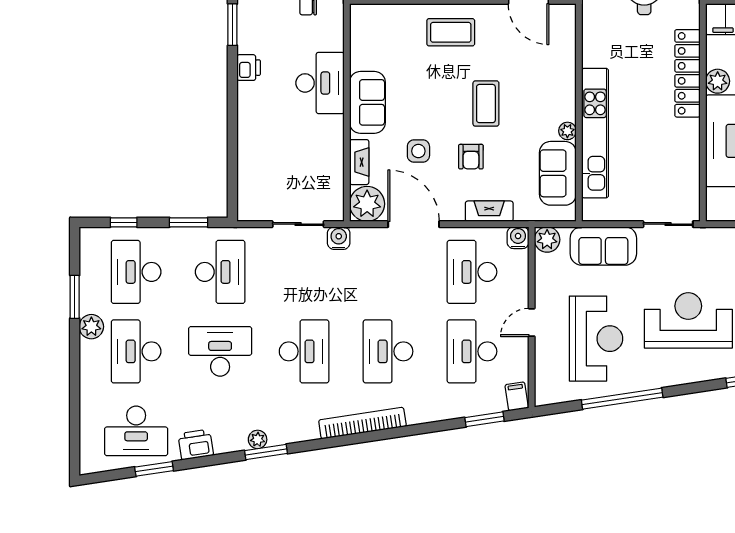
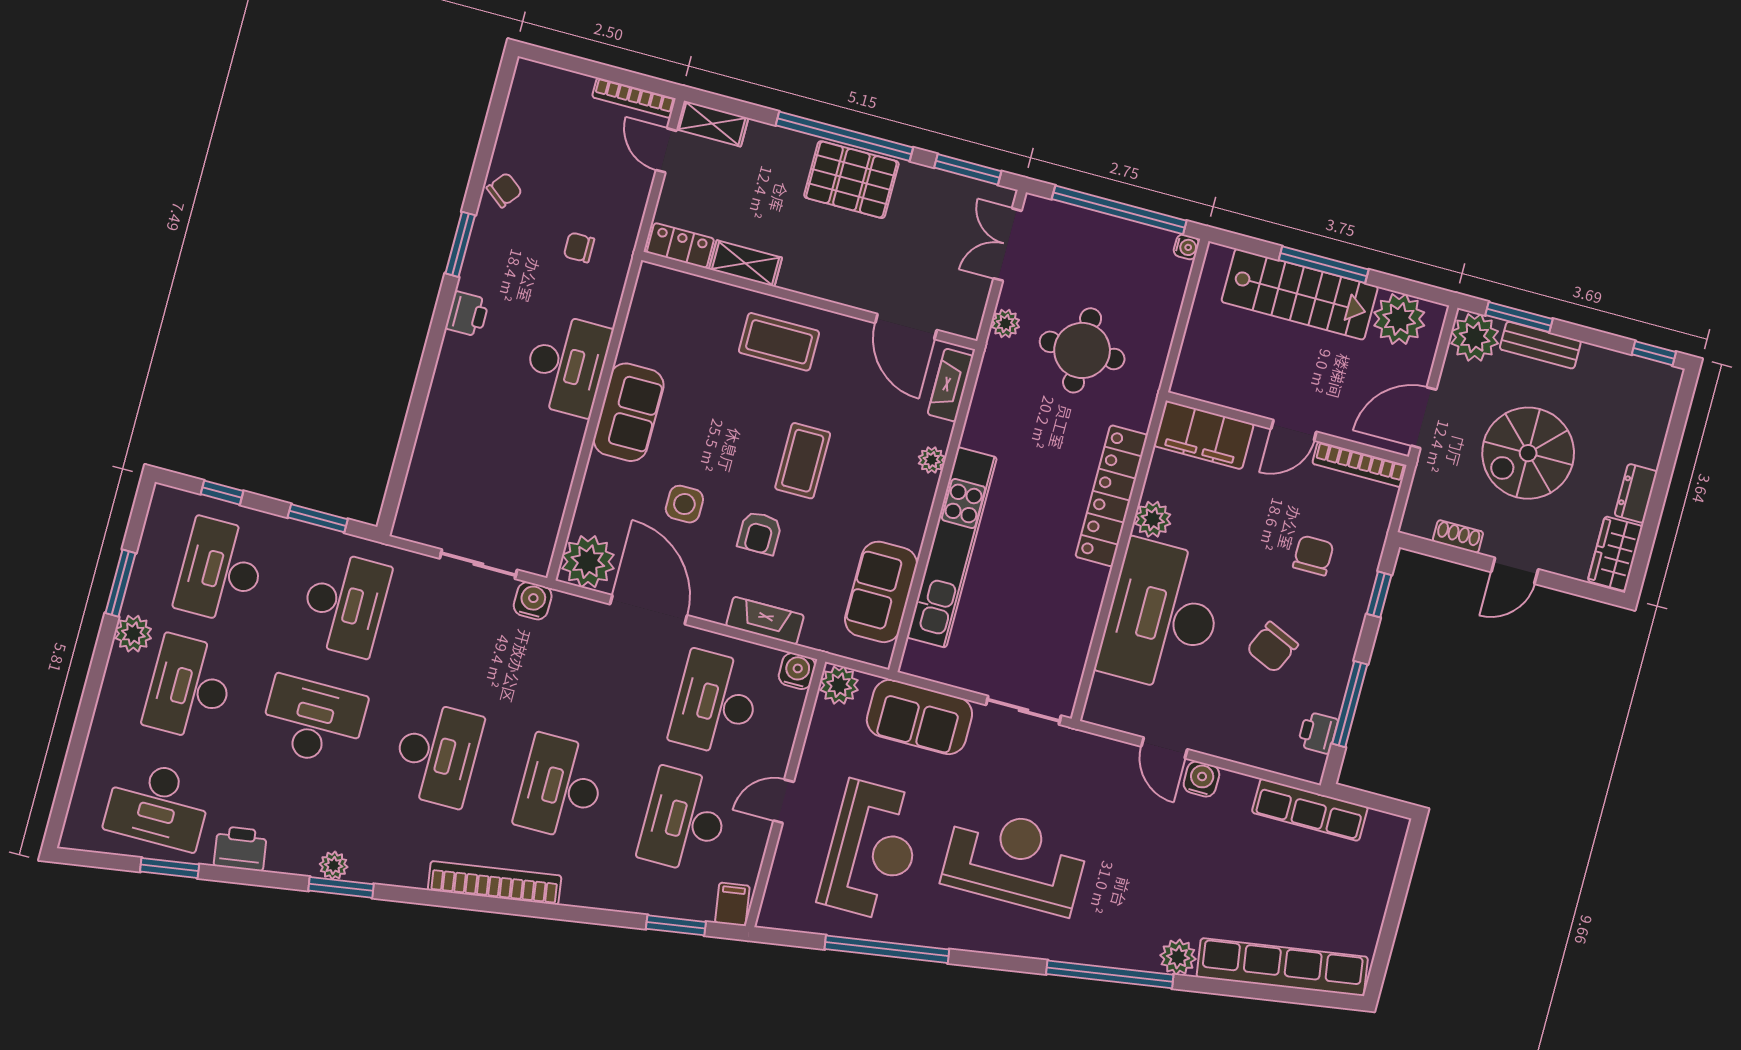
plant: (567, 131) -> (932, 460), moved
fireplace: (359, 162) -> (950, 385), moved, turned 180

